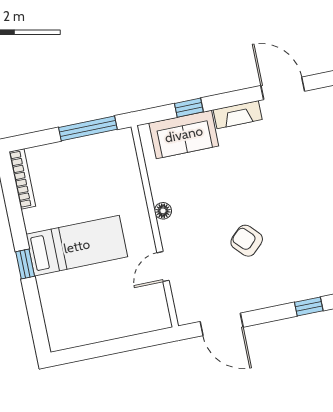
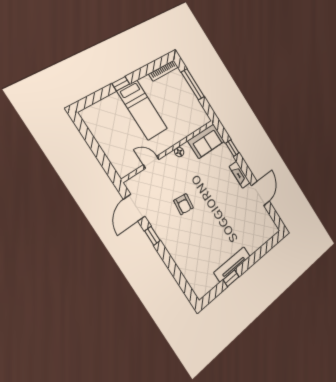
window: (88, 128) -> (193, 84), moved
sofa: (184, 134) -> (206, 141), moved, turned -90
armchair: (247, 241) -> (184, 204), turned 140
window: (309, 306) -> (152, 236), moved

